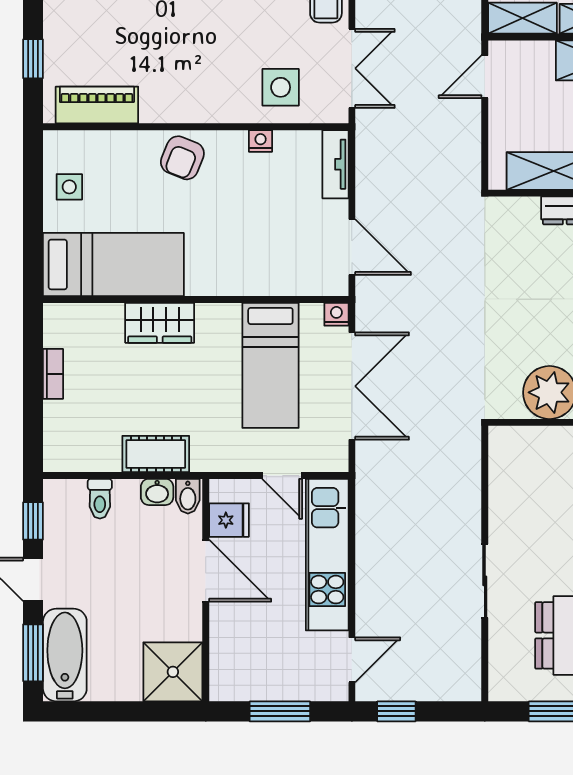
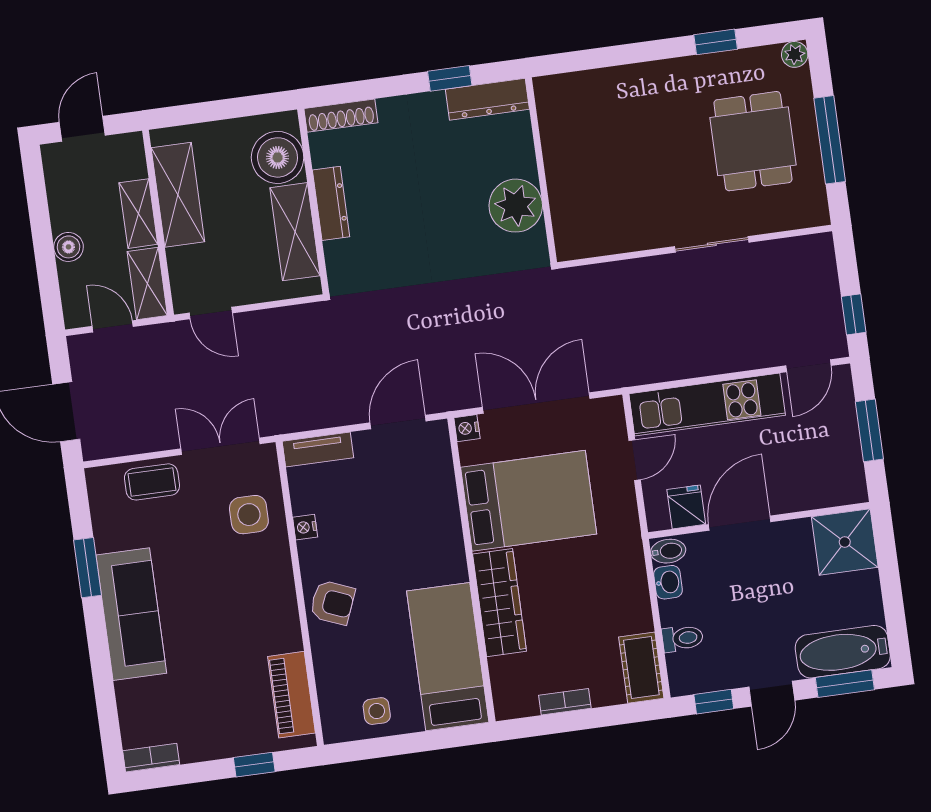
wardrobe: (160, 323) -> (500, 603), width x1.50
bed: (270, 365) -> (529, 501), width x1.50
cot: (156, 454) -> (641, 668), moved
door: (352, 660) -> (808, 366), swing flipped

